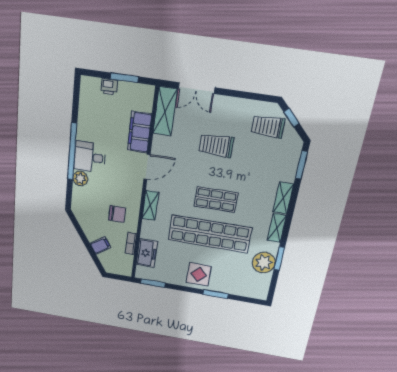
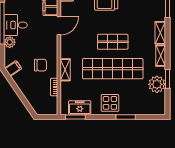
shelving: (150, 205) -> (65, 70), moved
filing cabinet: (100, 246) -> (13, 68), moved
freezer: (147, 253) -> (80, 108), moved, turned -90

